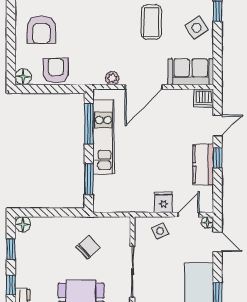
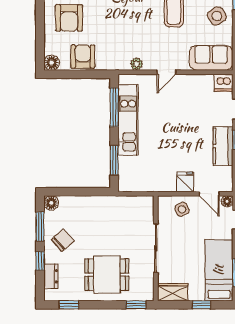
door: (144, 87) -> (166, 72), width x0.53
door: (189, 215) -> (209, 194), swing flipped
chair: (88, 247) -> (63, 240), moved
window: (11, 249) -> (40, 226), width x1.50

